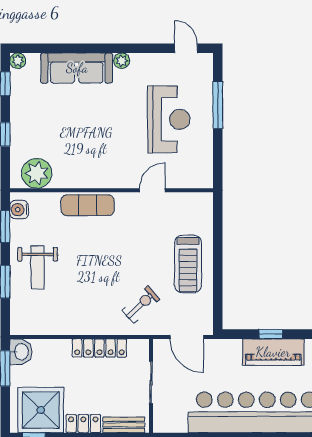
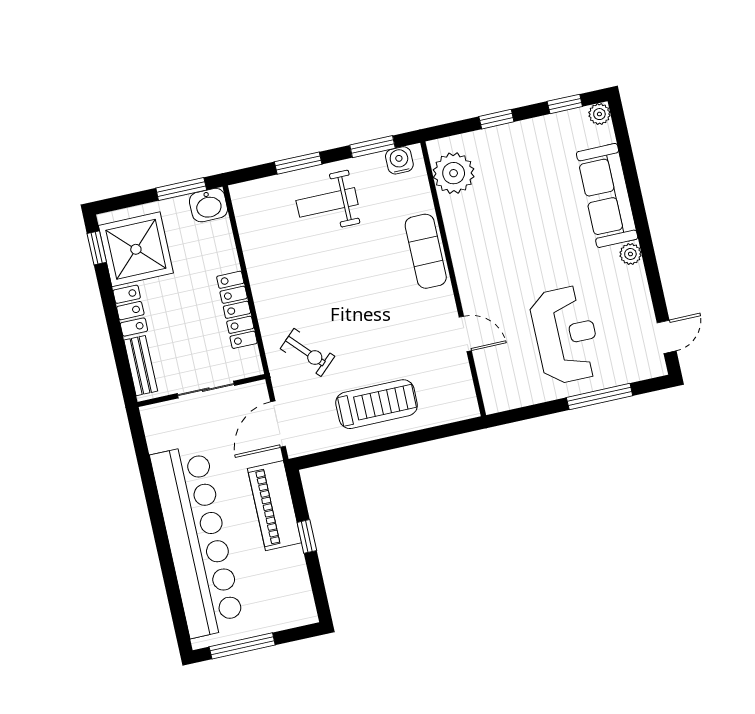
reception desk: (169, 119) -> (566, 335), turned -90
treadmill: (188, 264) -> (377, 404), turned 180
piano: (273, 352) -> (275, 506), moved

